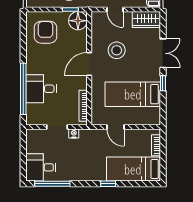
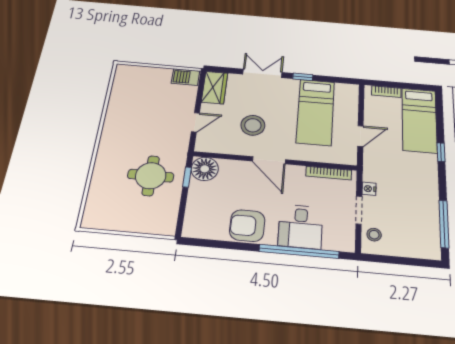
armchair: (45, 32) -> (247, 226), moved
stool: (40, 137) -> (374, 235), added
desk: (41, 167) -> (420, 238), removed

